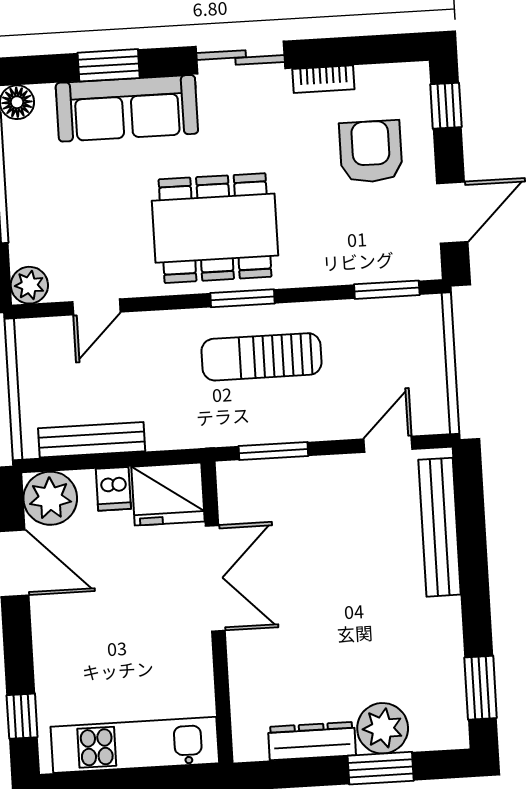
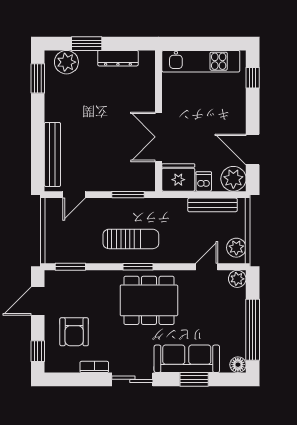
plant: (35, 352) -> (236, 248), added
plant: (383, 728) -> (66, 62), moved

